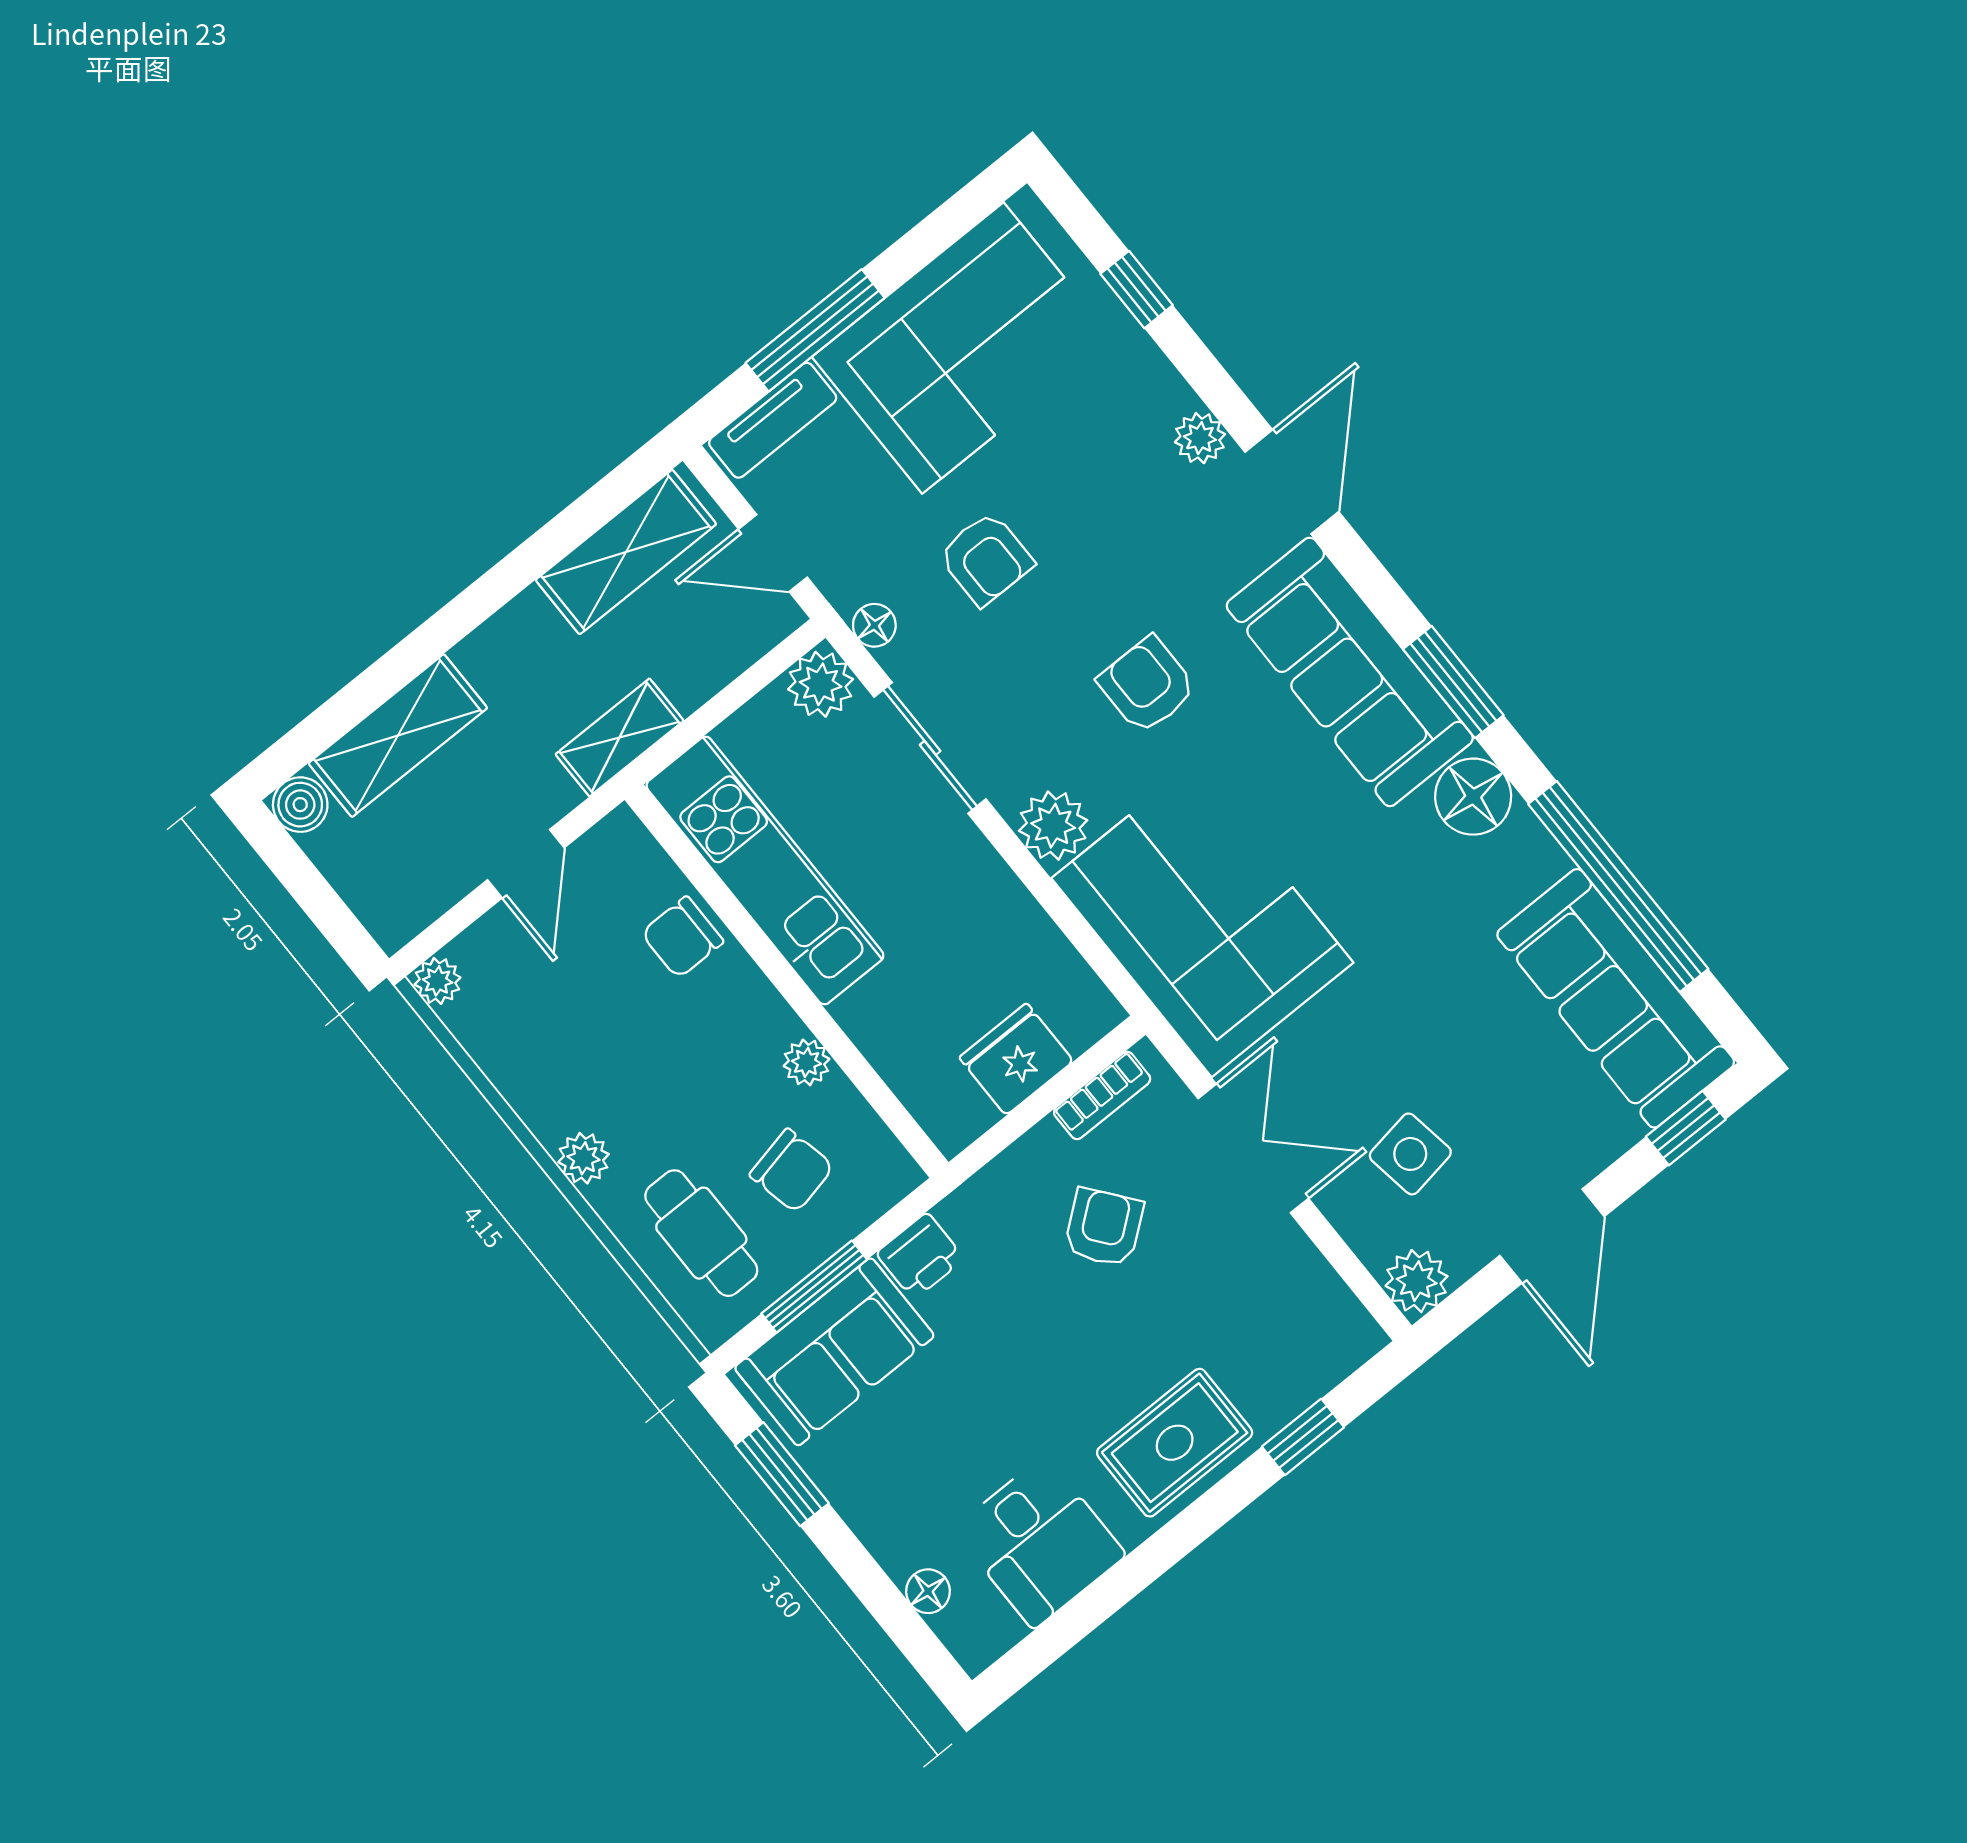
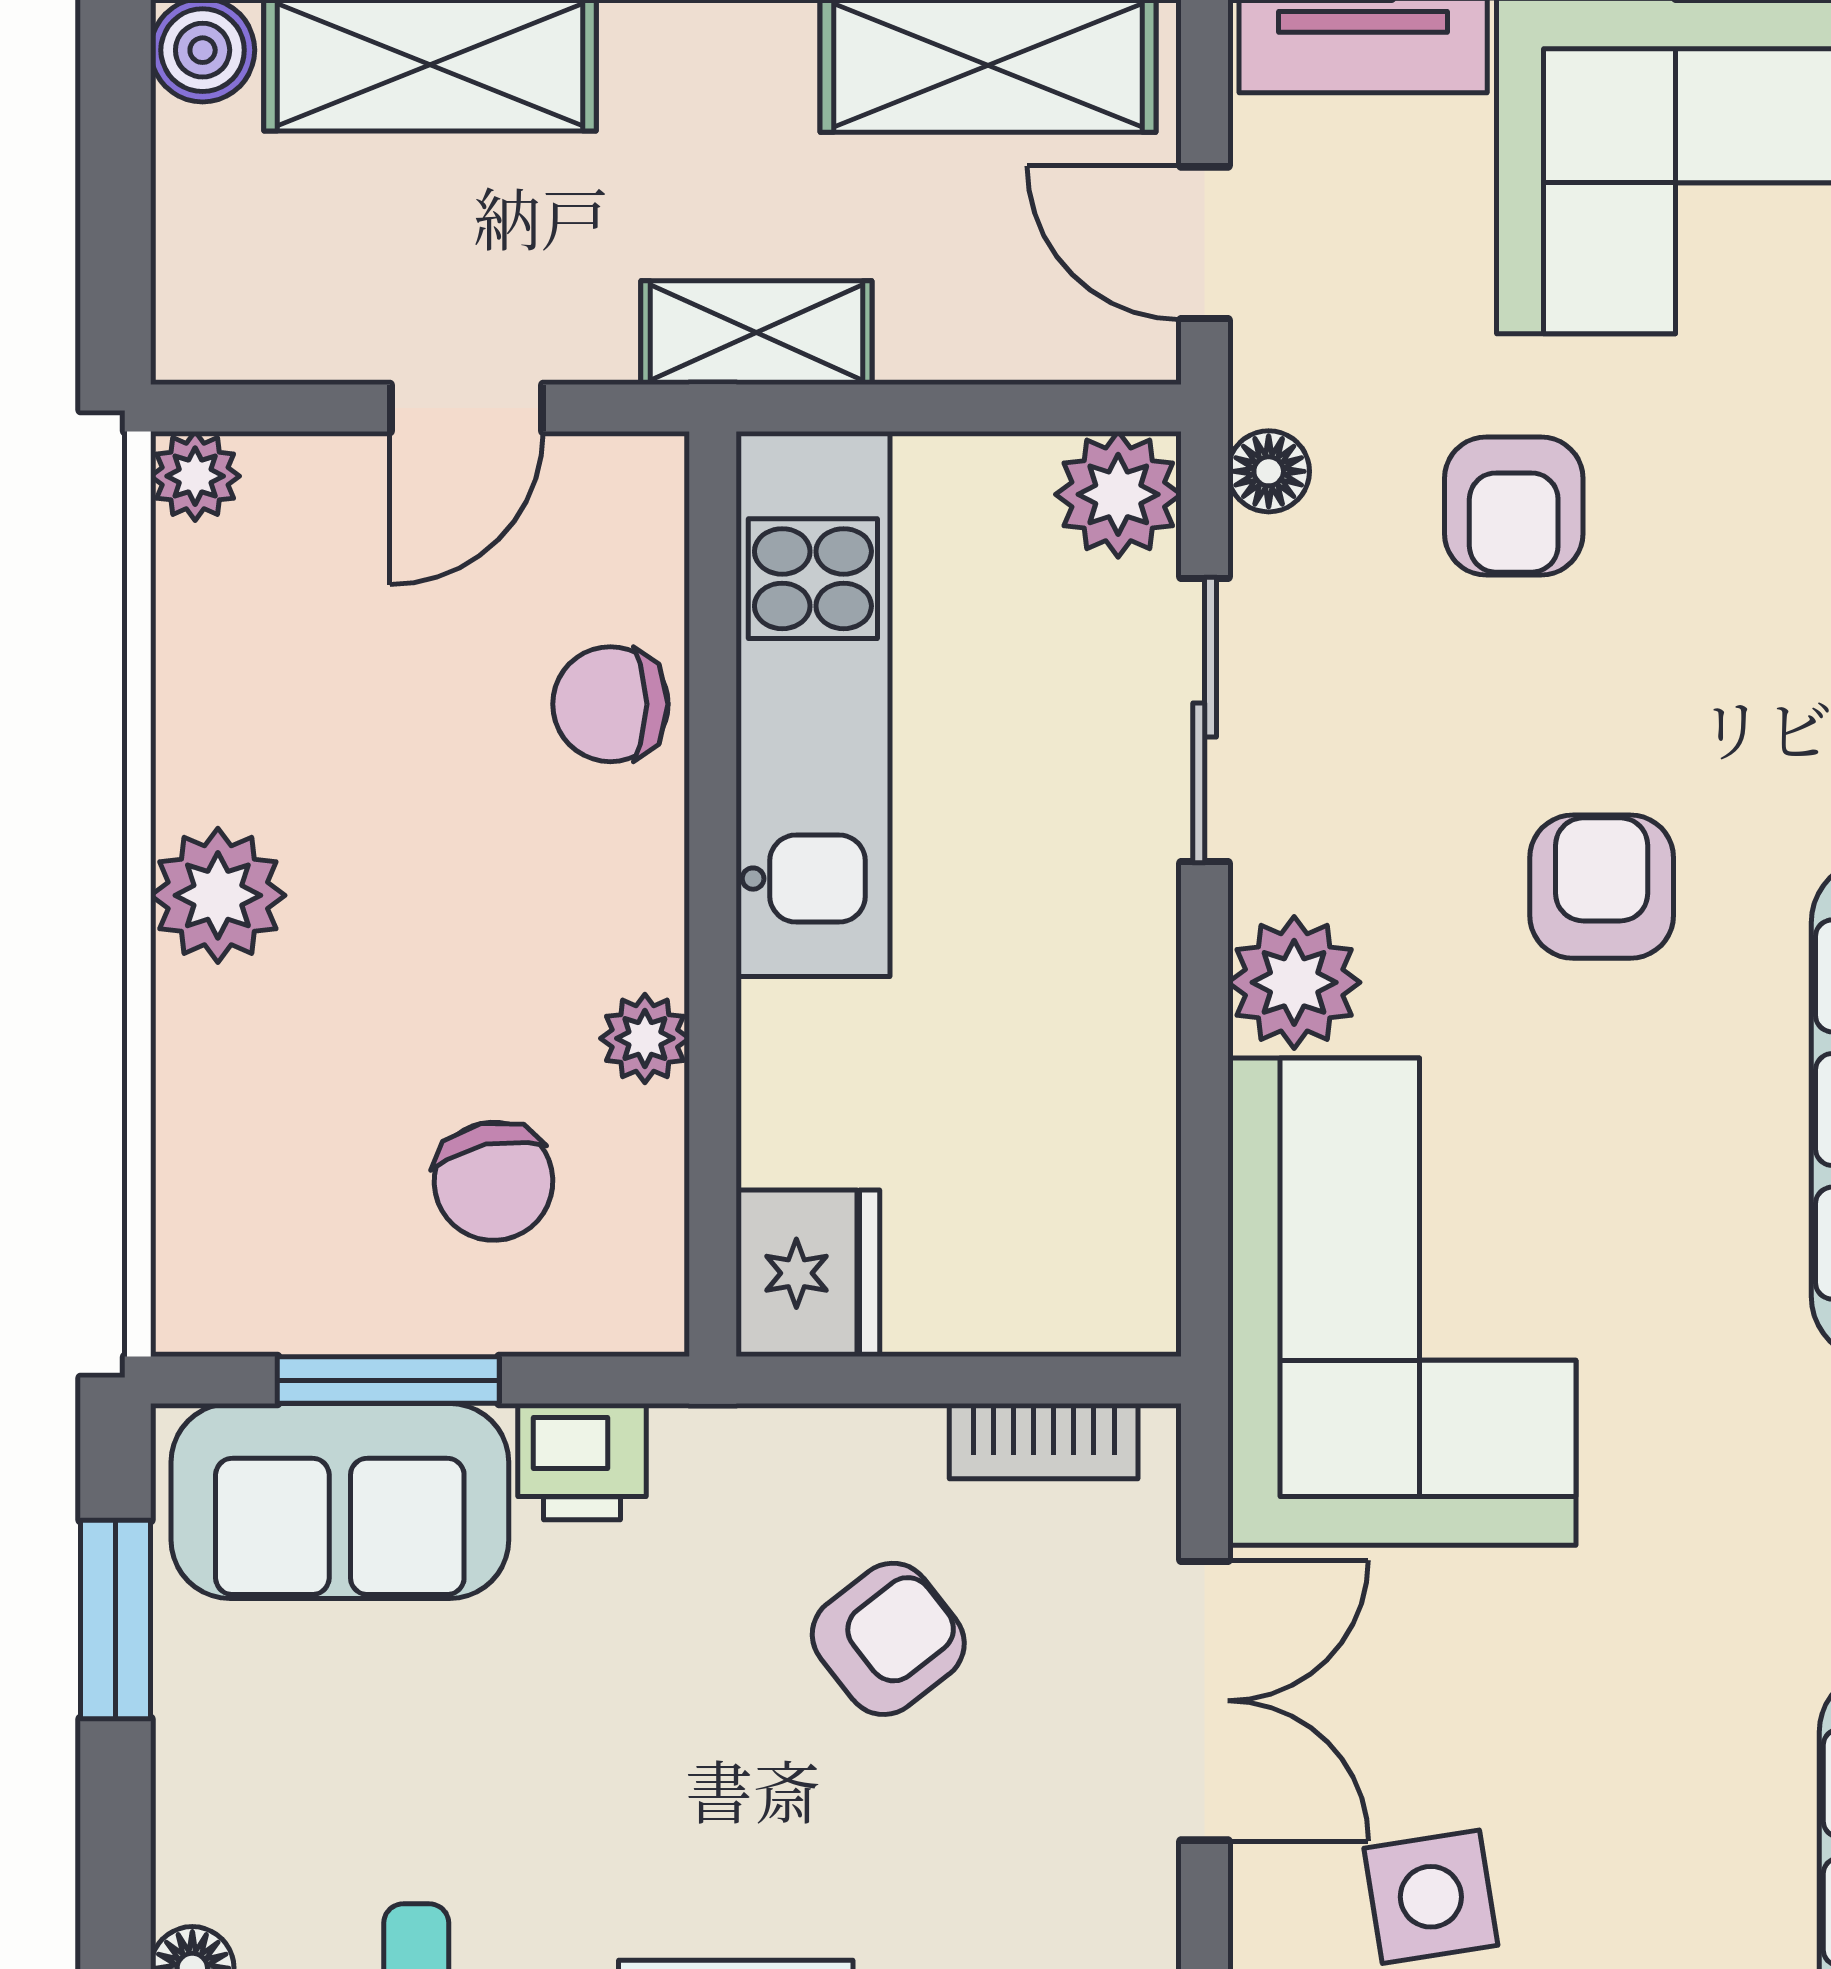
fridge: (1016, 1059) -> (808, 1273), moved, turned 90
plant: (584, 1158) -> (218, 895), width x1.38, depth x1.38
cafe table: (701, 1233) -> (285, 1166), removed

